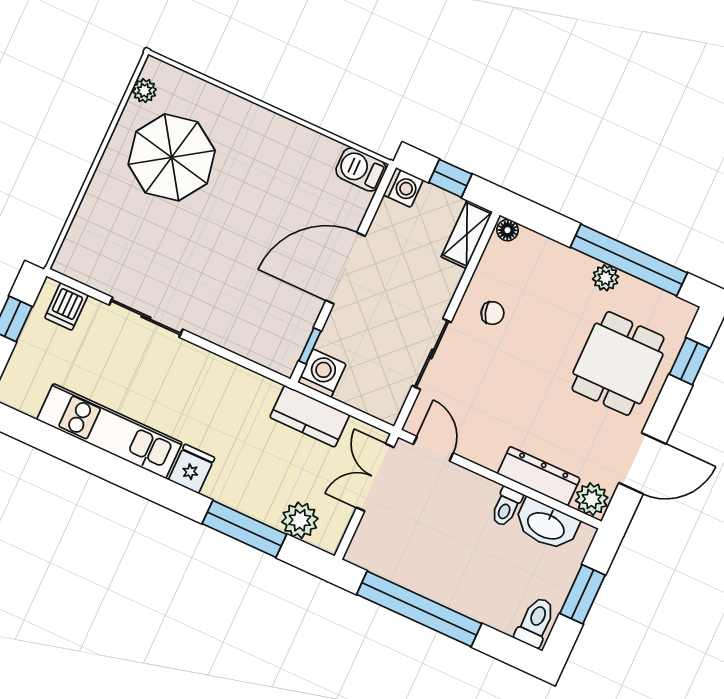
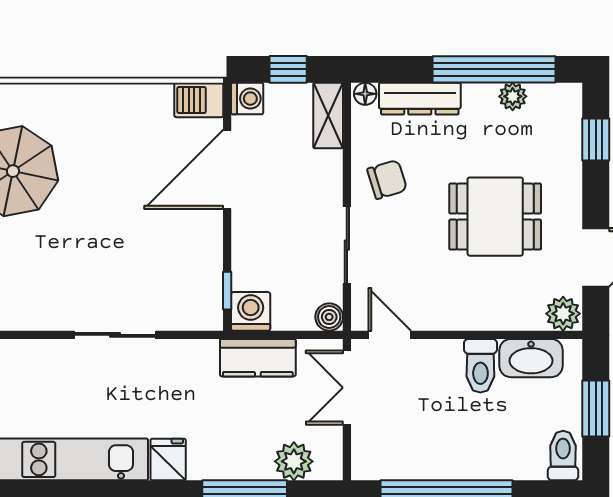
door: (345, 268) -> (227, 169), moved
plant: (606, 278) -> (513, 96), moved
chair: (492, 313) -> (387, 179), width x1.37, depth x1.37
sliding door: (146, 317) -> (115, 335), moved
dining table: (618, 363) -> (495, 217), moved, turned 90
boiler: (388, 409) -> (329, 317), added
dresser: (539, 476) -> (420, 99), moved, turned 180
toilet: (506, 507) -> (480, 366), width x1.37, depth x1.39

